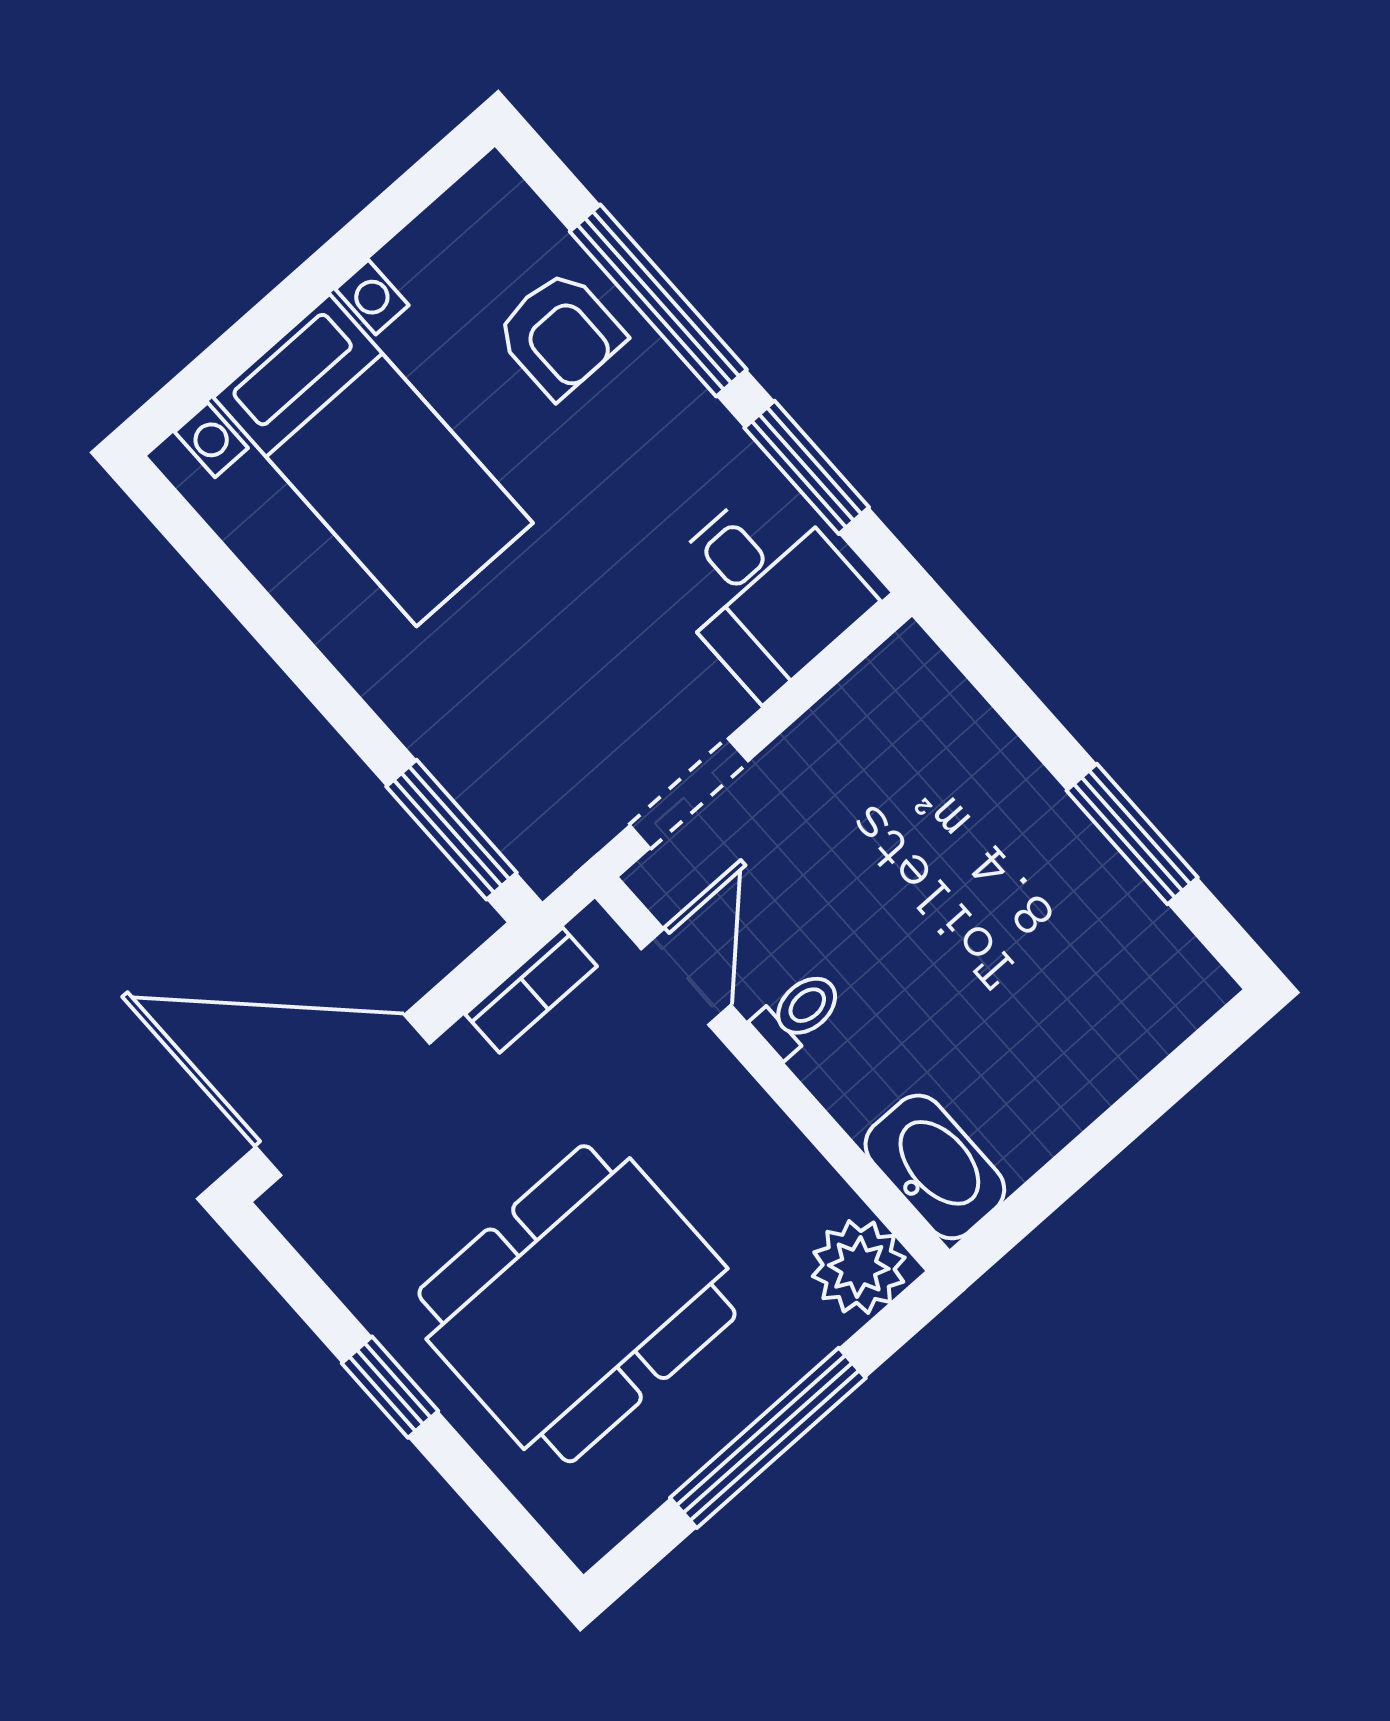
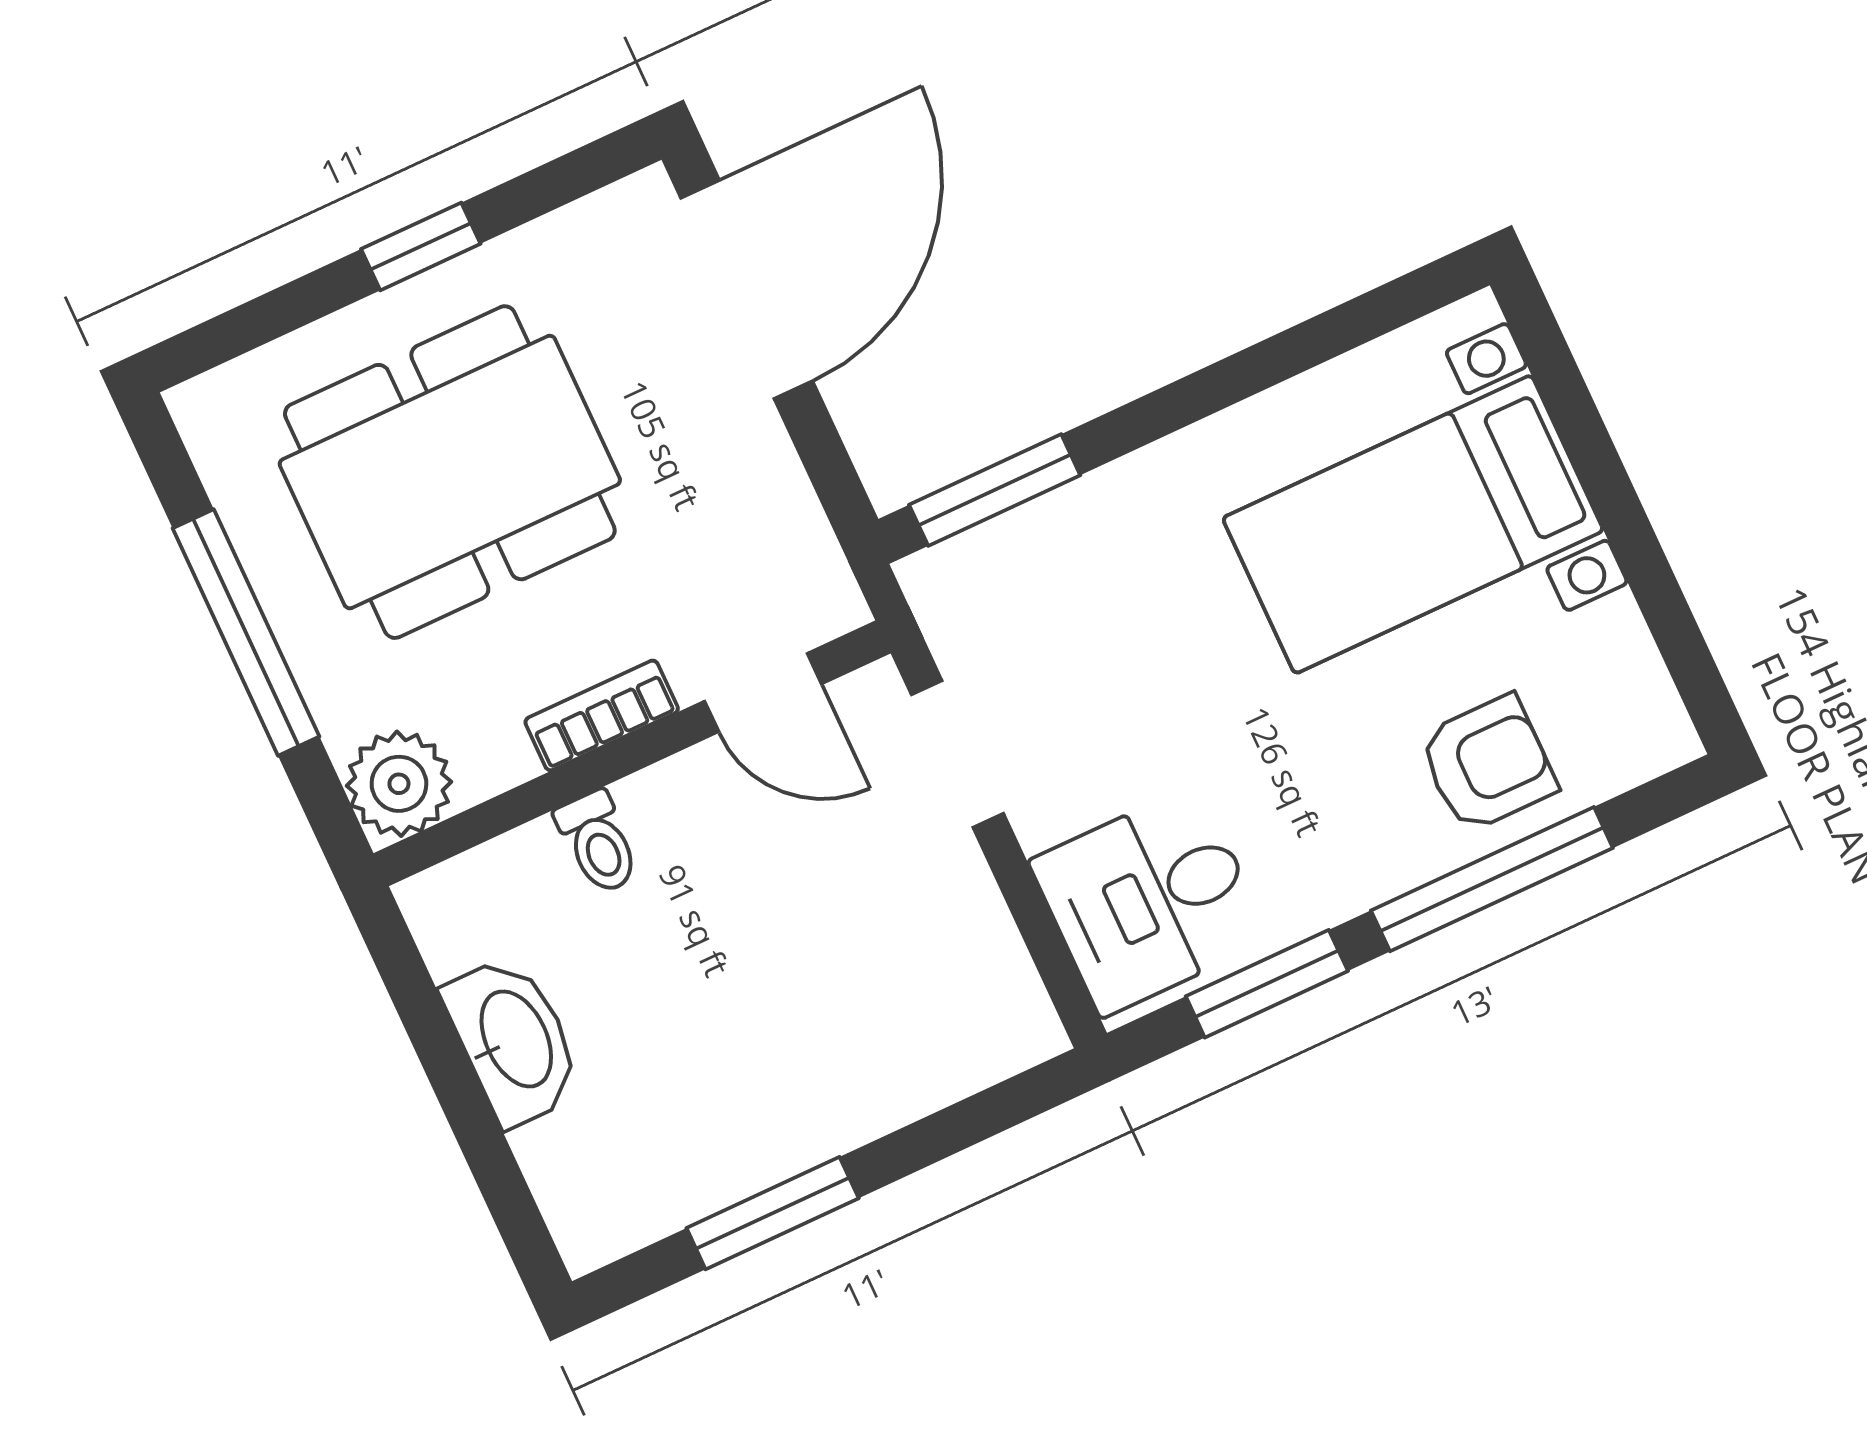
armchair: (560, 334) -> (1488, 764), turned 180
bookcase: (531, 990) -> (602, 715), moved, turned 90
toilet: (798, 1013) -> (598, 842), moved
washbasin: (935, 1167) -> (514, 1040), moved, turned -90
dining table: (577, 1304) -> (450, 472), turned 90

